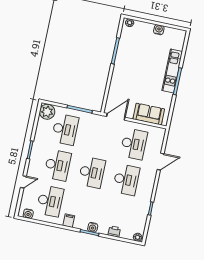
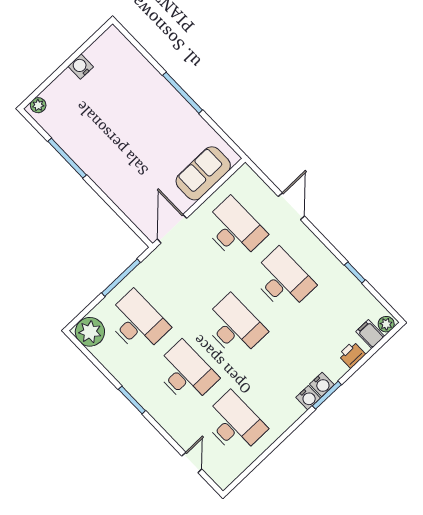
kitchen unit: (172, 71) -> (160, 90), removed
door: (23, 182) -> (192, 462), moved
water cooler: (28, 214) -> (308, 398), moved
filing cabinet: (69, 221) -> (370, 334), moved

